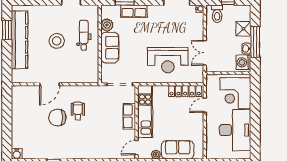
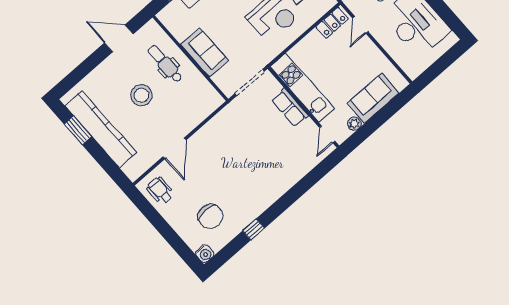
plant: (107, 25) -> (180, 31), removed
locker: (185, 91) -> (332, 23), width x0.66
wheelchair: (78, 111) -> (160, 191), moved
chair: (57, 118) -> (210, 216), moved, turned -90

